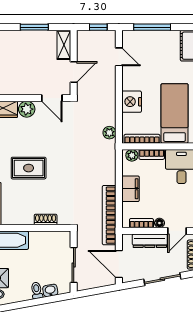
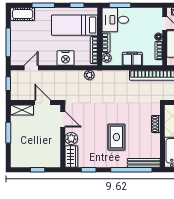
door: (52, 98) -> (63, 119), hinge flipped

